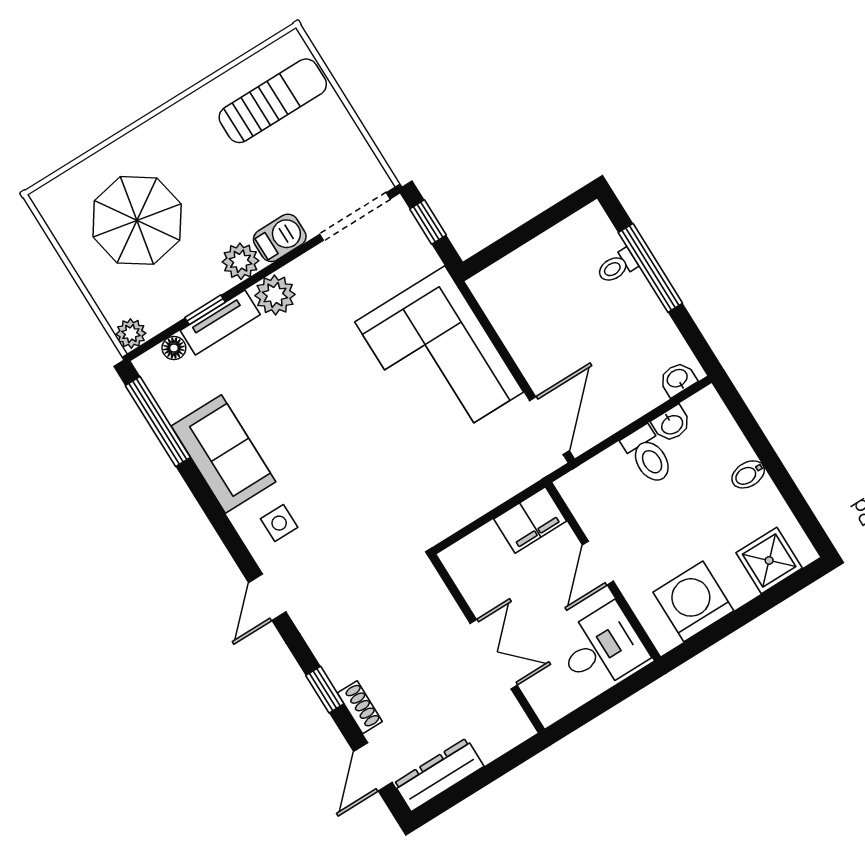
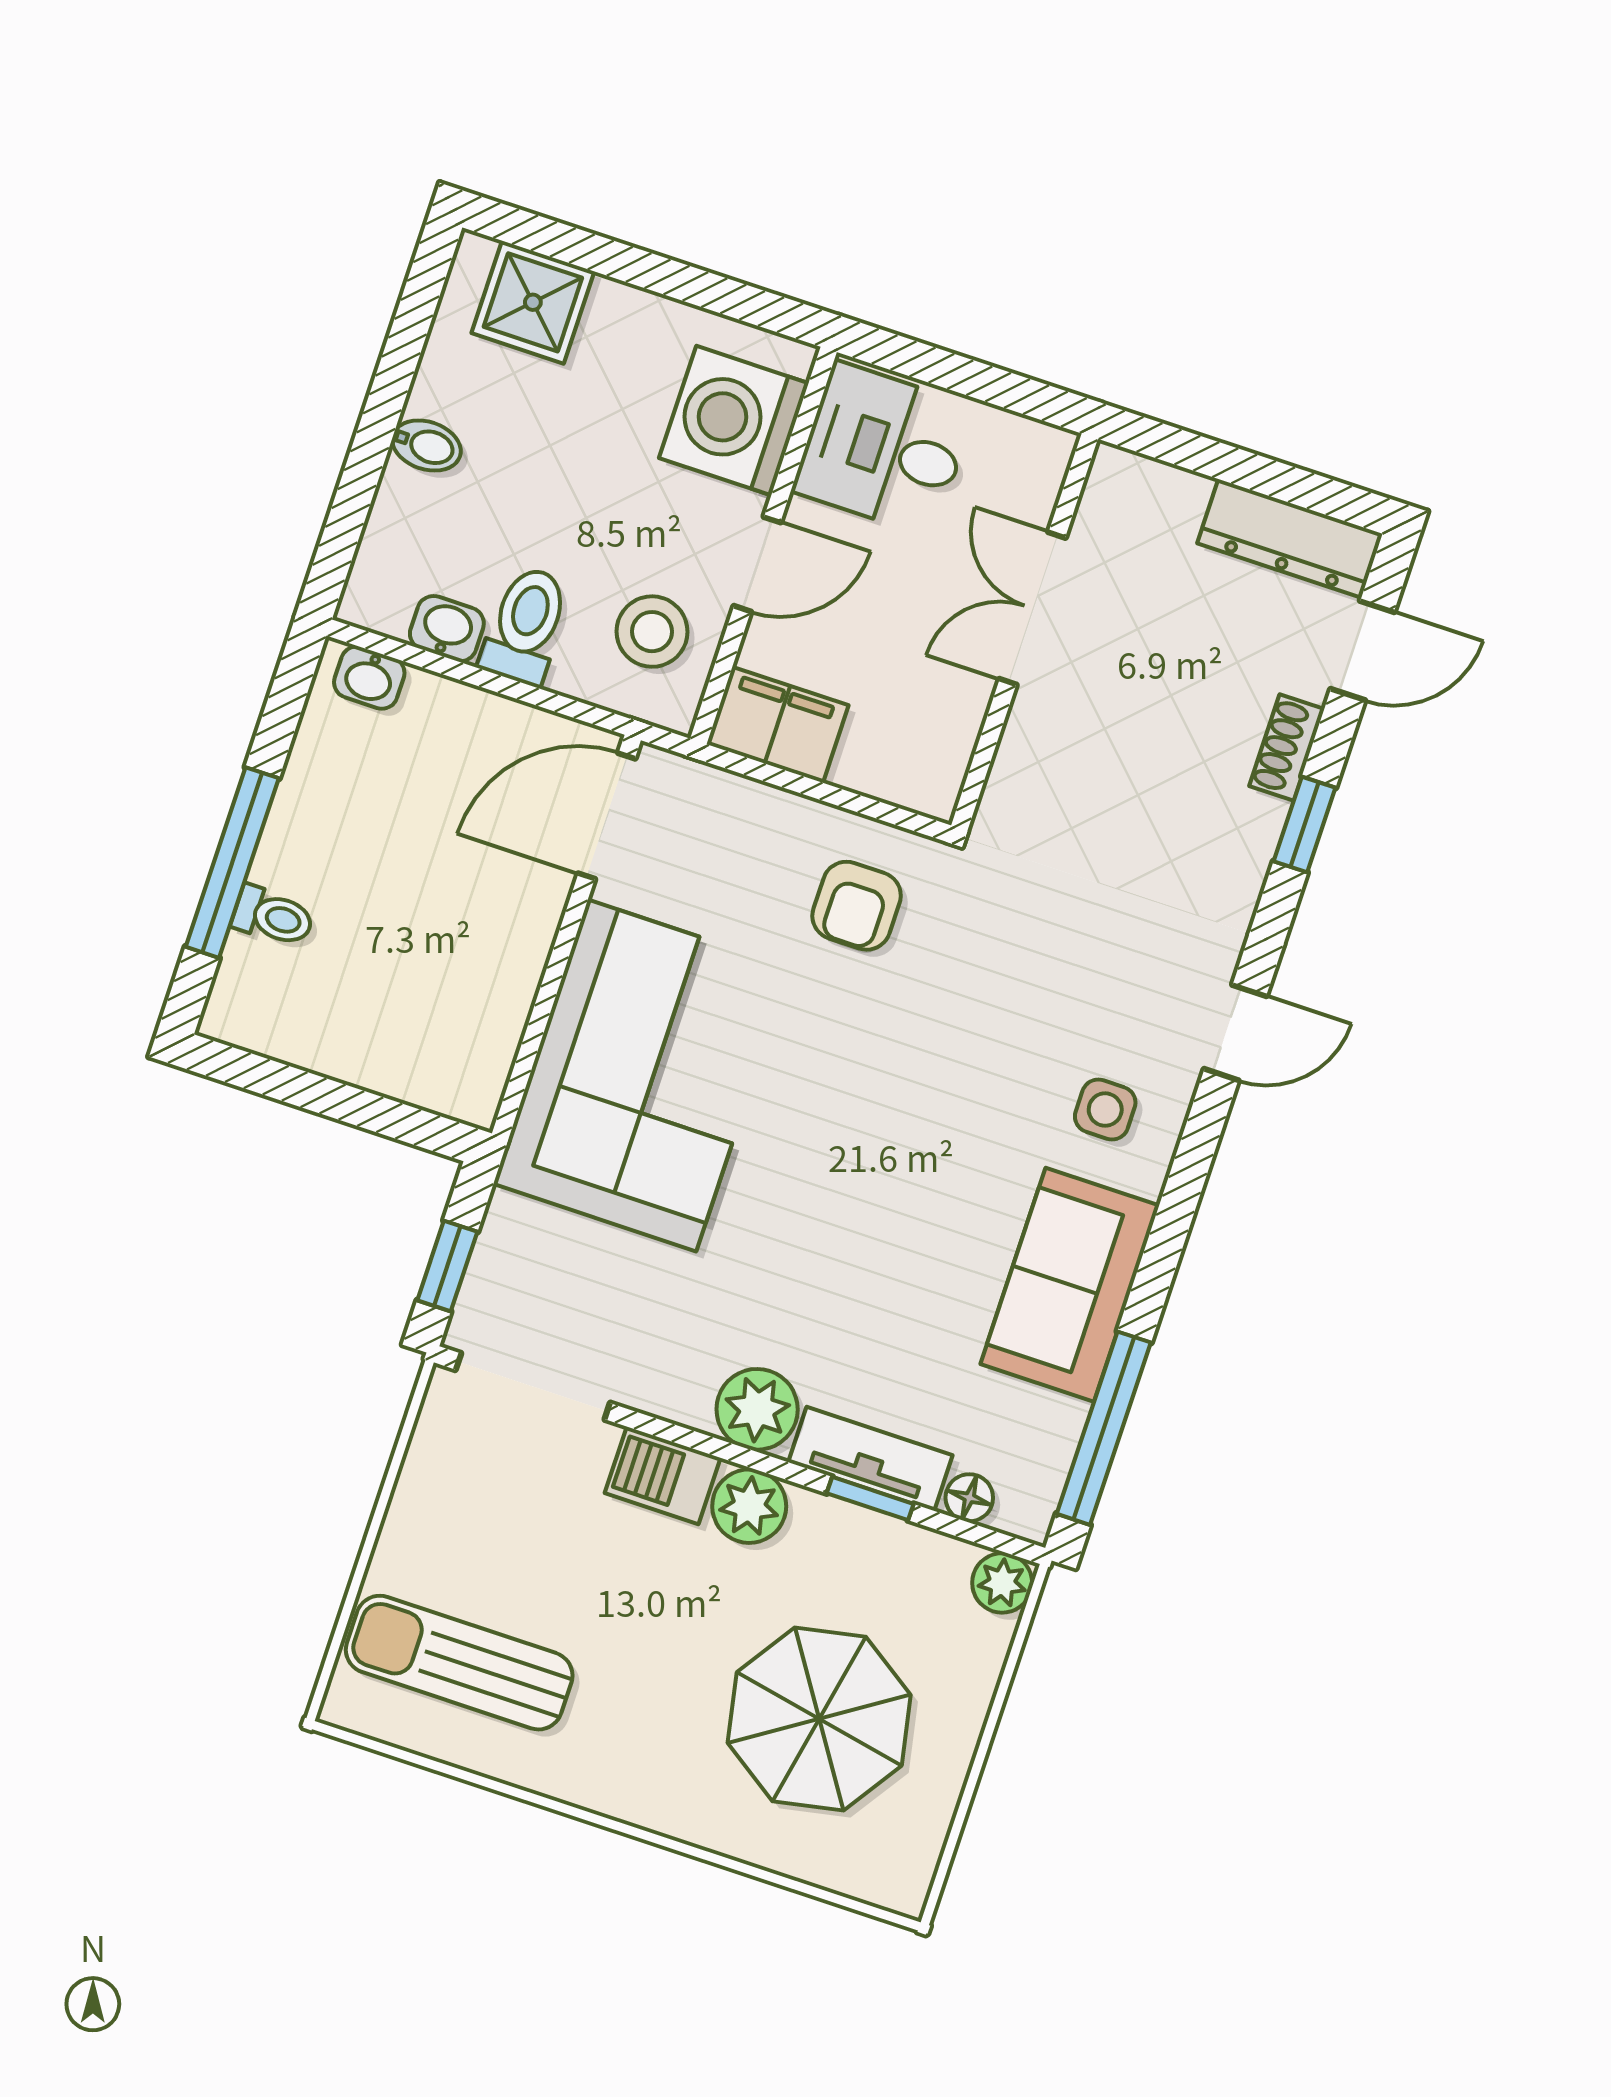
armchair: (436, 493) -> (857, 906), added
stool: (605, 502) -> (652, 632), added
washing machine: (693, 601) -> (734, 421), moved, turned 90

